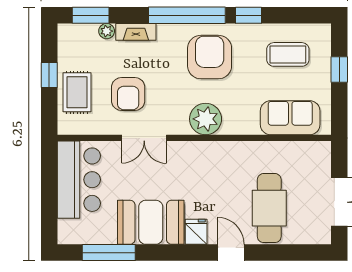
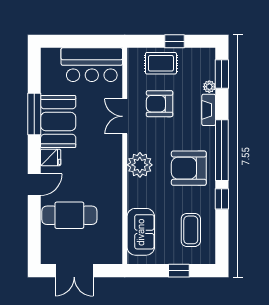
armchair: (210, 57) -> (189, 168), turned 180
window: (109, 253) -> (34, 114), moved

